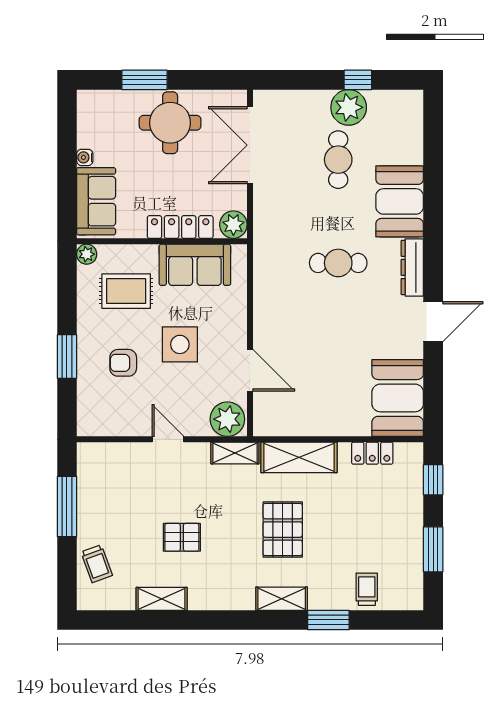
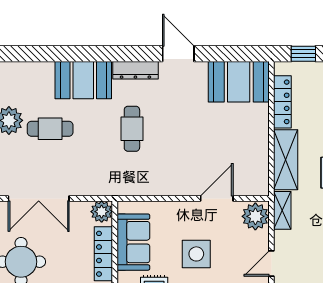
locker: (372, 453) -> (282, 102), width x1.53

